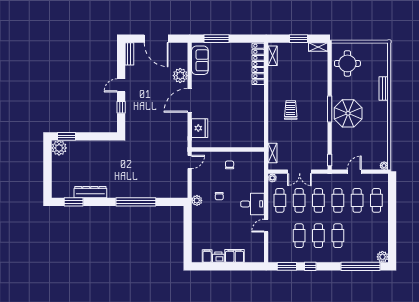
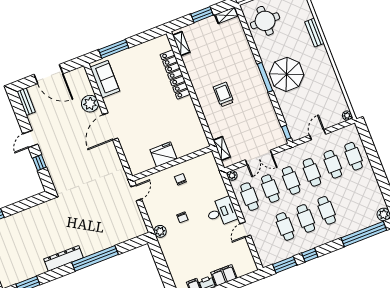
locker: (258, 64) -> (175, 74), moved
fridge: (200, 128) -> (163, 154), moved, turned -90
dresser: (90, 192) -> (63, 258), moved

